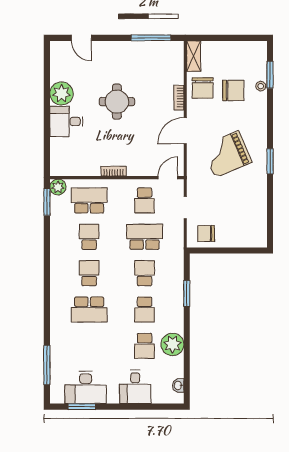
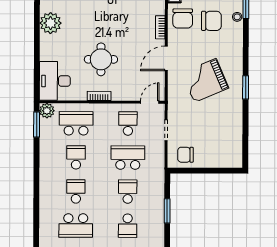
round table: (117, 102) -> (101, 59), moved
desk: (66, 121) -> (55, 81), moved, width x1.37
school desk: (145, 200) -> (128, 123), turned 180

